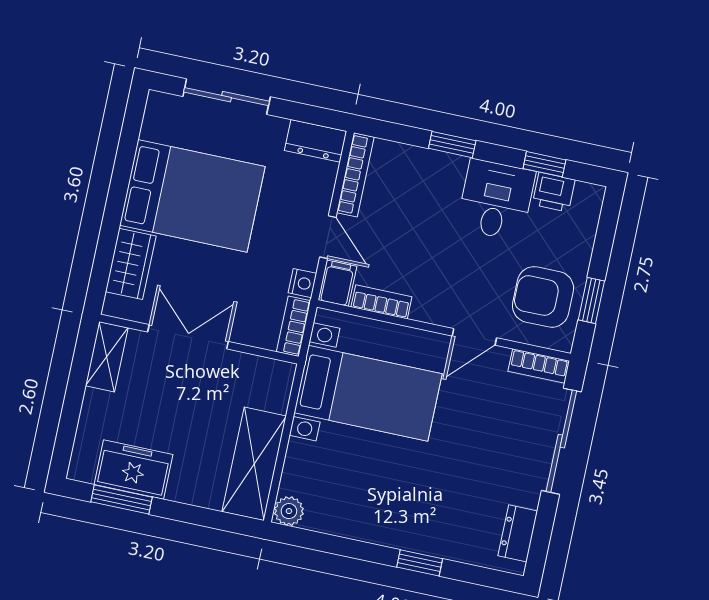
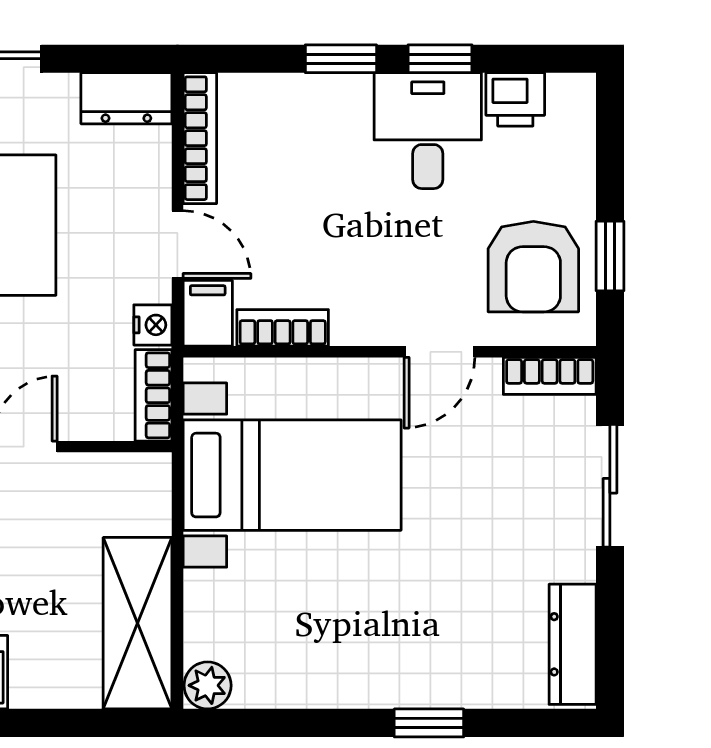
window: (544, 164) -> (440, 59), moved
armchair: (543, 297) -> (533, 267), turned -90
sliding door: (561, 441) -> (610, 486), width x0.73
dresser: (518, 533) -> (573, 644), width x1.44

